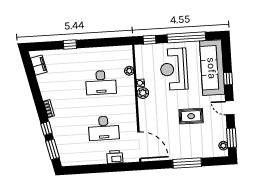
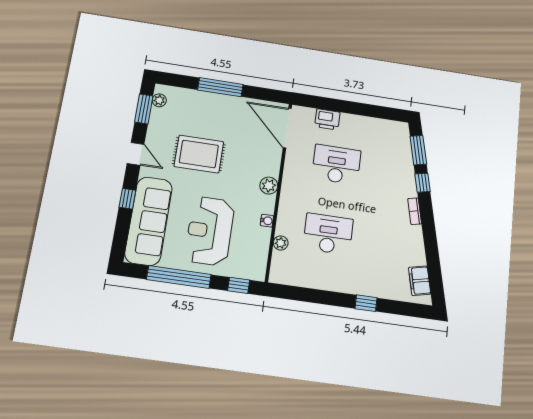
reception desk: (174, 69) -> (210, 231), turned 180
plant: (143, 93) -> (269, 186), moved
rug: (191, 116) -> (199, 154), width x1.36, depth x1.43

